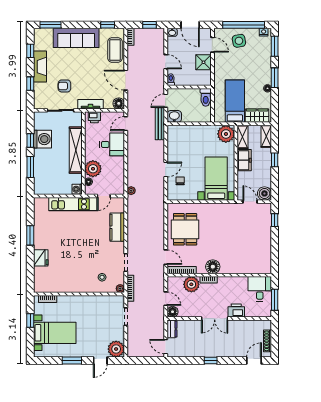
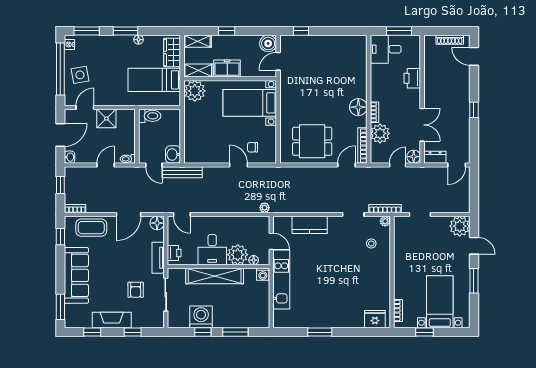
desk: (112, 144) -> (212, 250), moved, turned 180
fridge: (41, 258) -> (375, 319), moved
double door: (215, 319) -> (422, 125), moved

